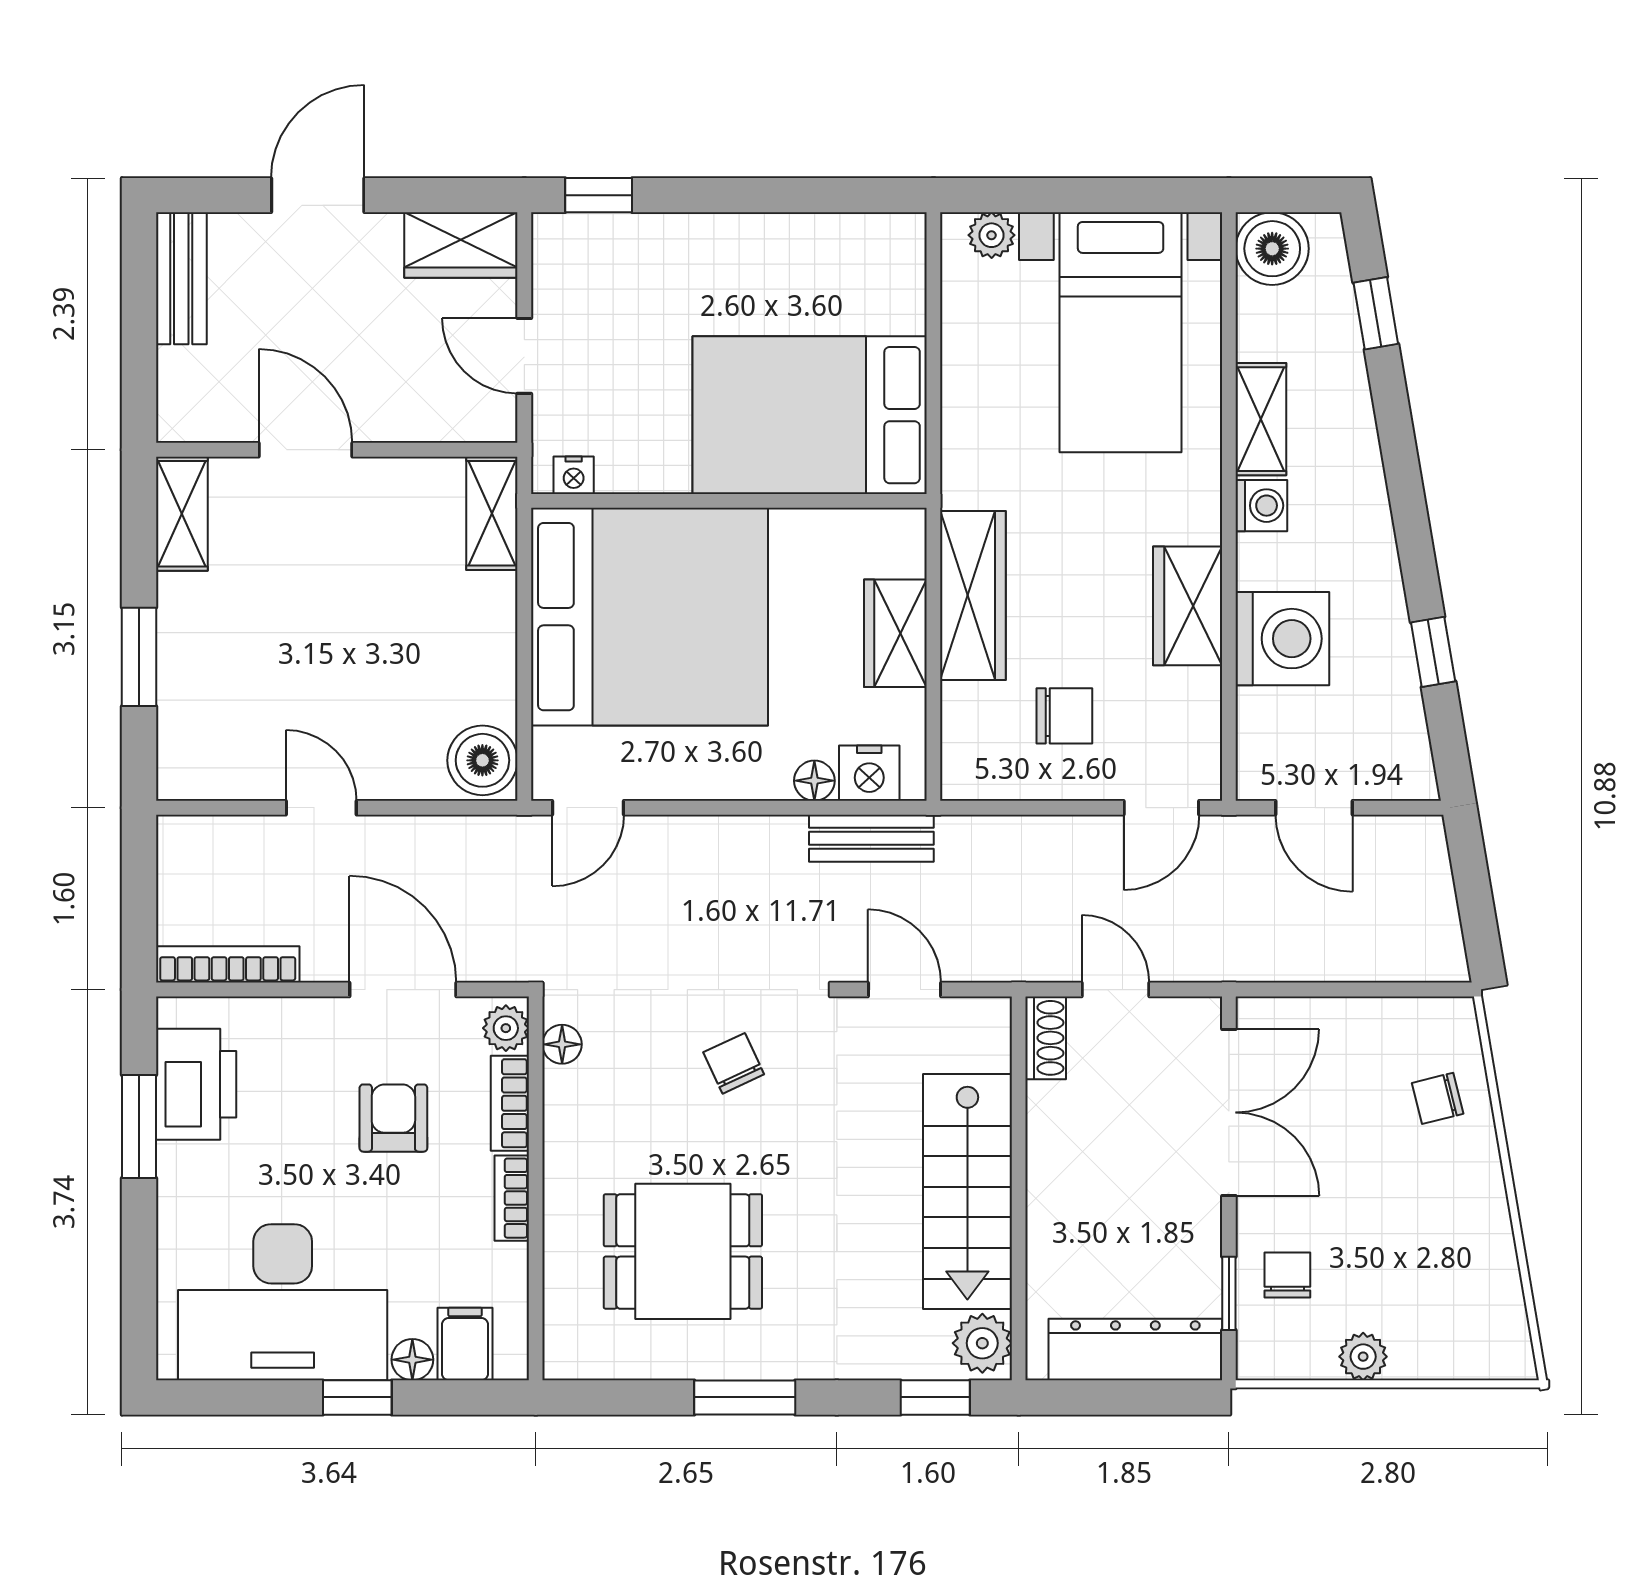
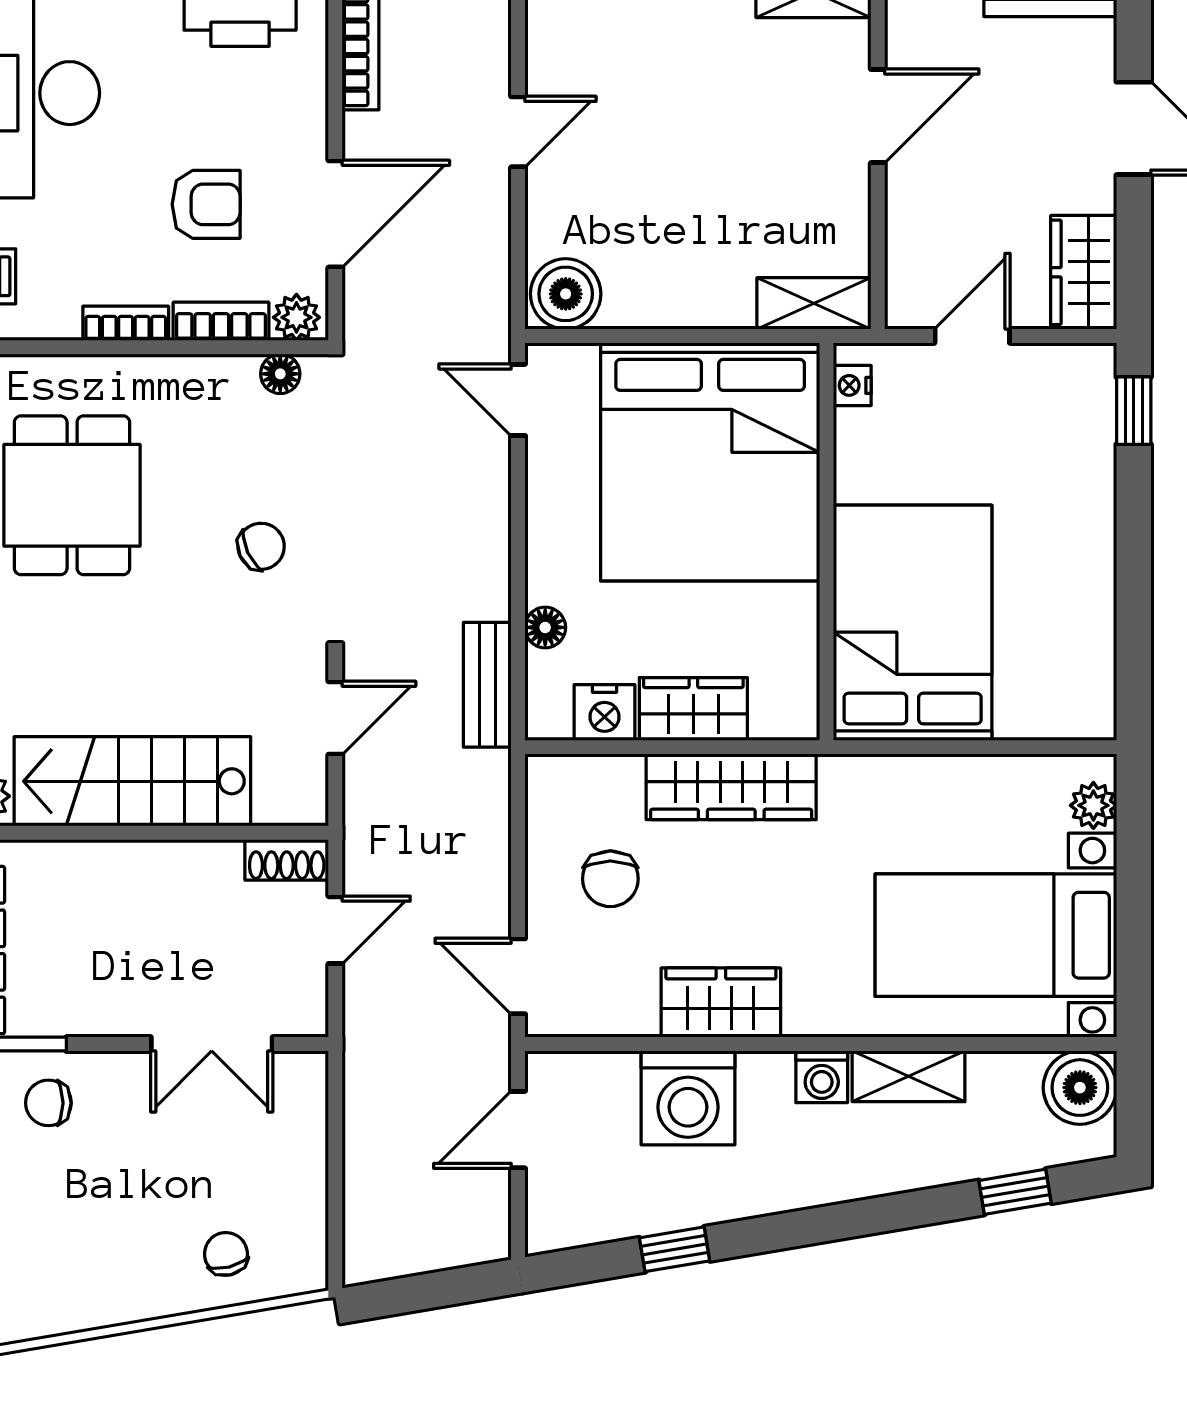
nightstand: (869, 773) -> (604, 712), moved, turned -90
double door: (1229, 1112) -> (212, 1044), width x0.73
chair: (1287, 1275) -> (48, 1103), turned 180

